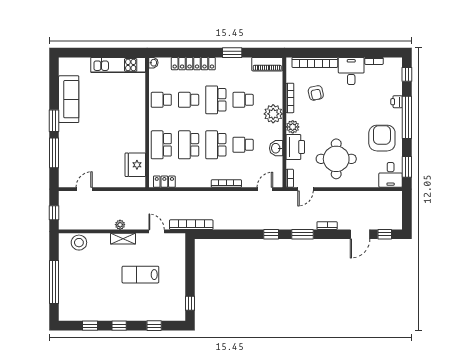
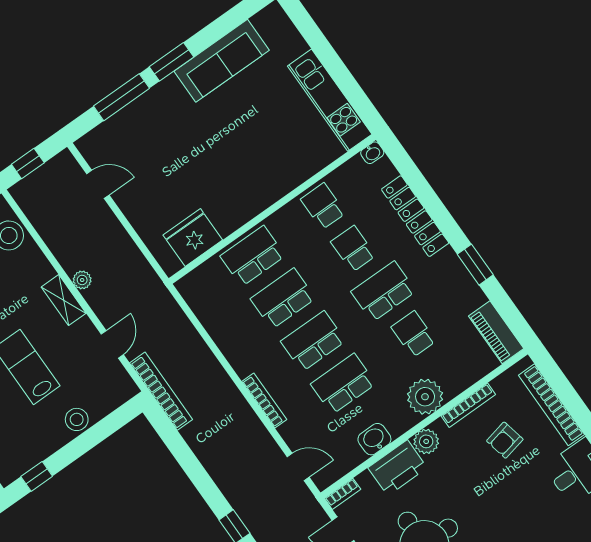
school desk: (243, 145) -> (343, 384), width x1.85
locker: (164, 182) -> (199, 301), removed
stool: (178, 269) -> (77, 419), added

